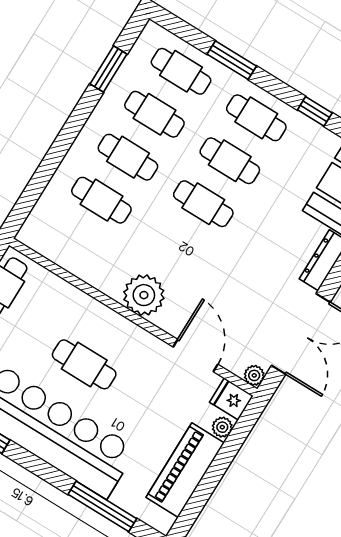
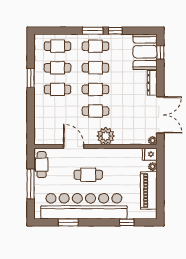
window: (232, 60) -> (93, 31), moved
window: (109, 69) -> (31, 78), moved
cafe table: (101, 200) -> (95, 111), moved
plant: (144, 295) -> (106, 136), moved
door: (195, 356) -> (74, 146), moved
window: (102, 506) -> (127, 222), width x0.46

